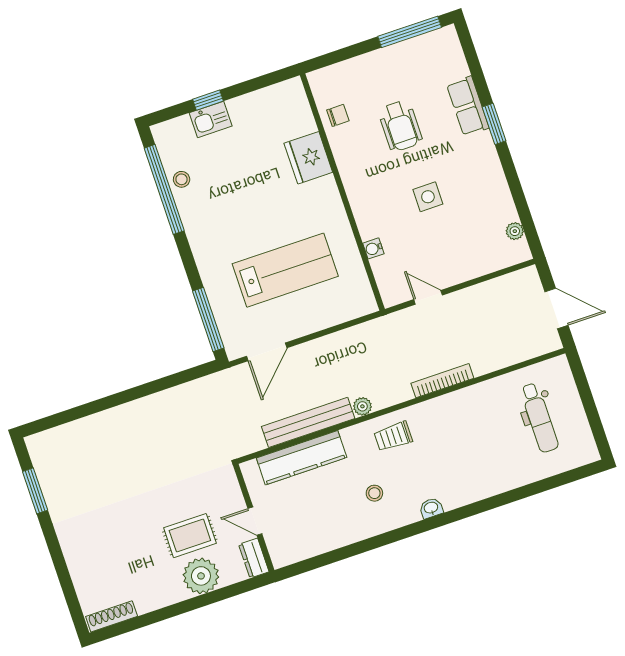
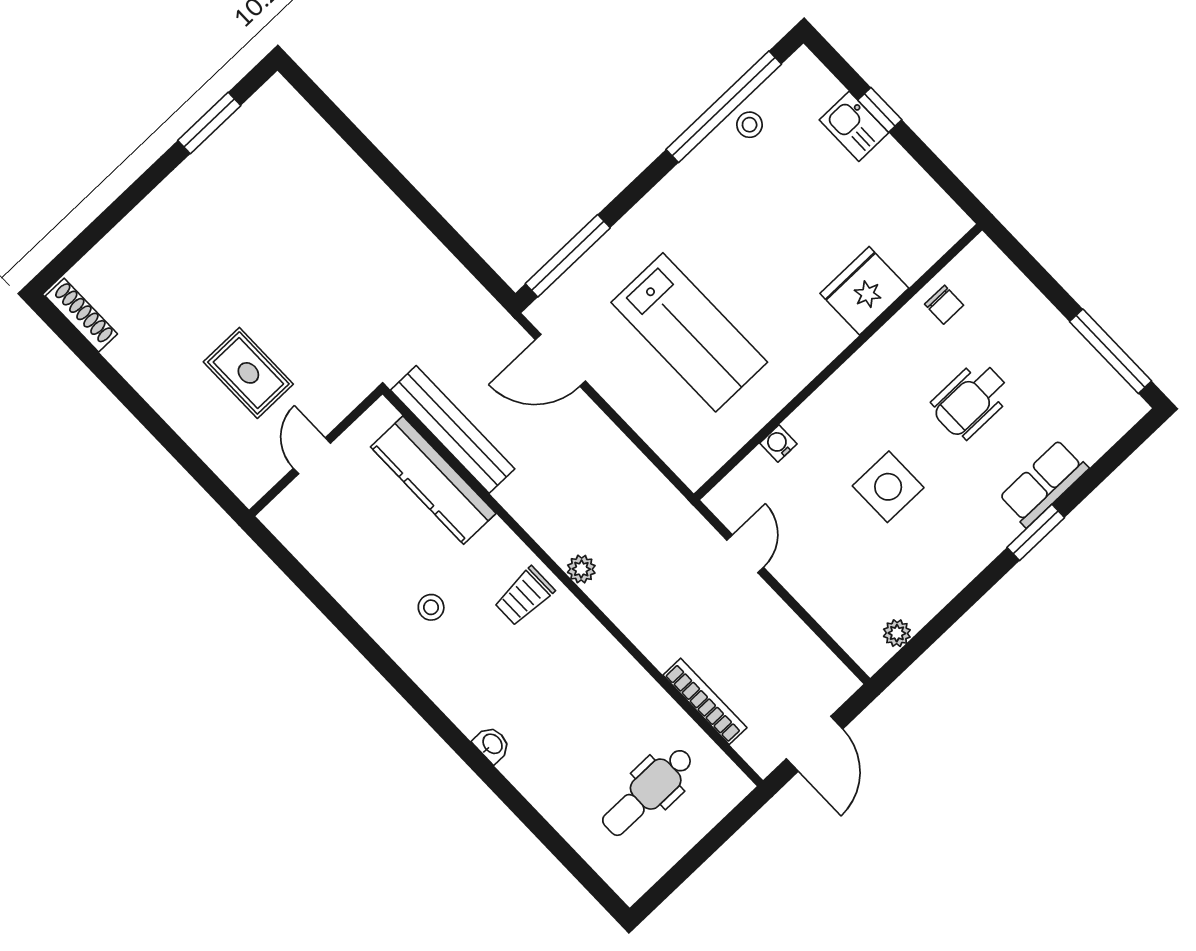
side table: (428, 197) -> (888, 487), width x1.37, depth x1.37
bookcase: (442, 381) -> (705, 701), moved
plant: (362, 406) -> (581, 569), moved
bench: (308, 422) -> (453, 429), moved
trolley: (393, 436) -> (524, 596), turned -90
washbasin: (431, 508) -> (492, 744), moved
dresser: (254, 558) -> (259, 479), removed
plant: (201, 576) -> (198, 415), removed

